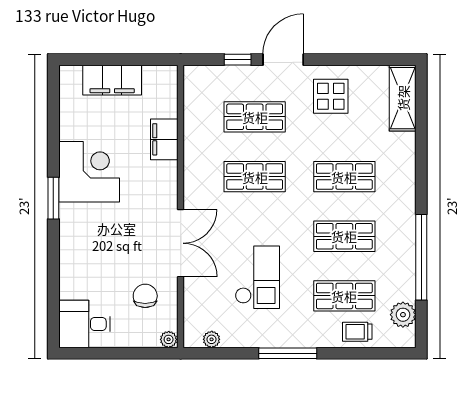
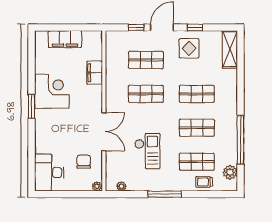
window: (341, 60) -> (195, 27), added
desk: (85, 324) -> (49, 173), width x1.37

